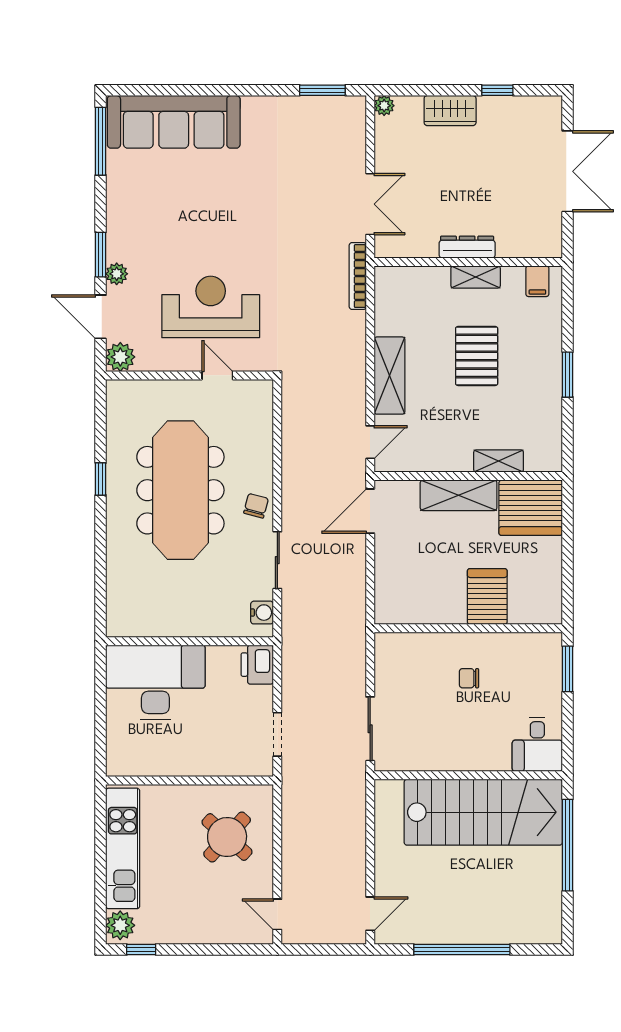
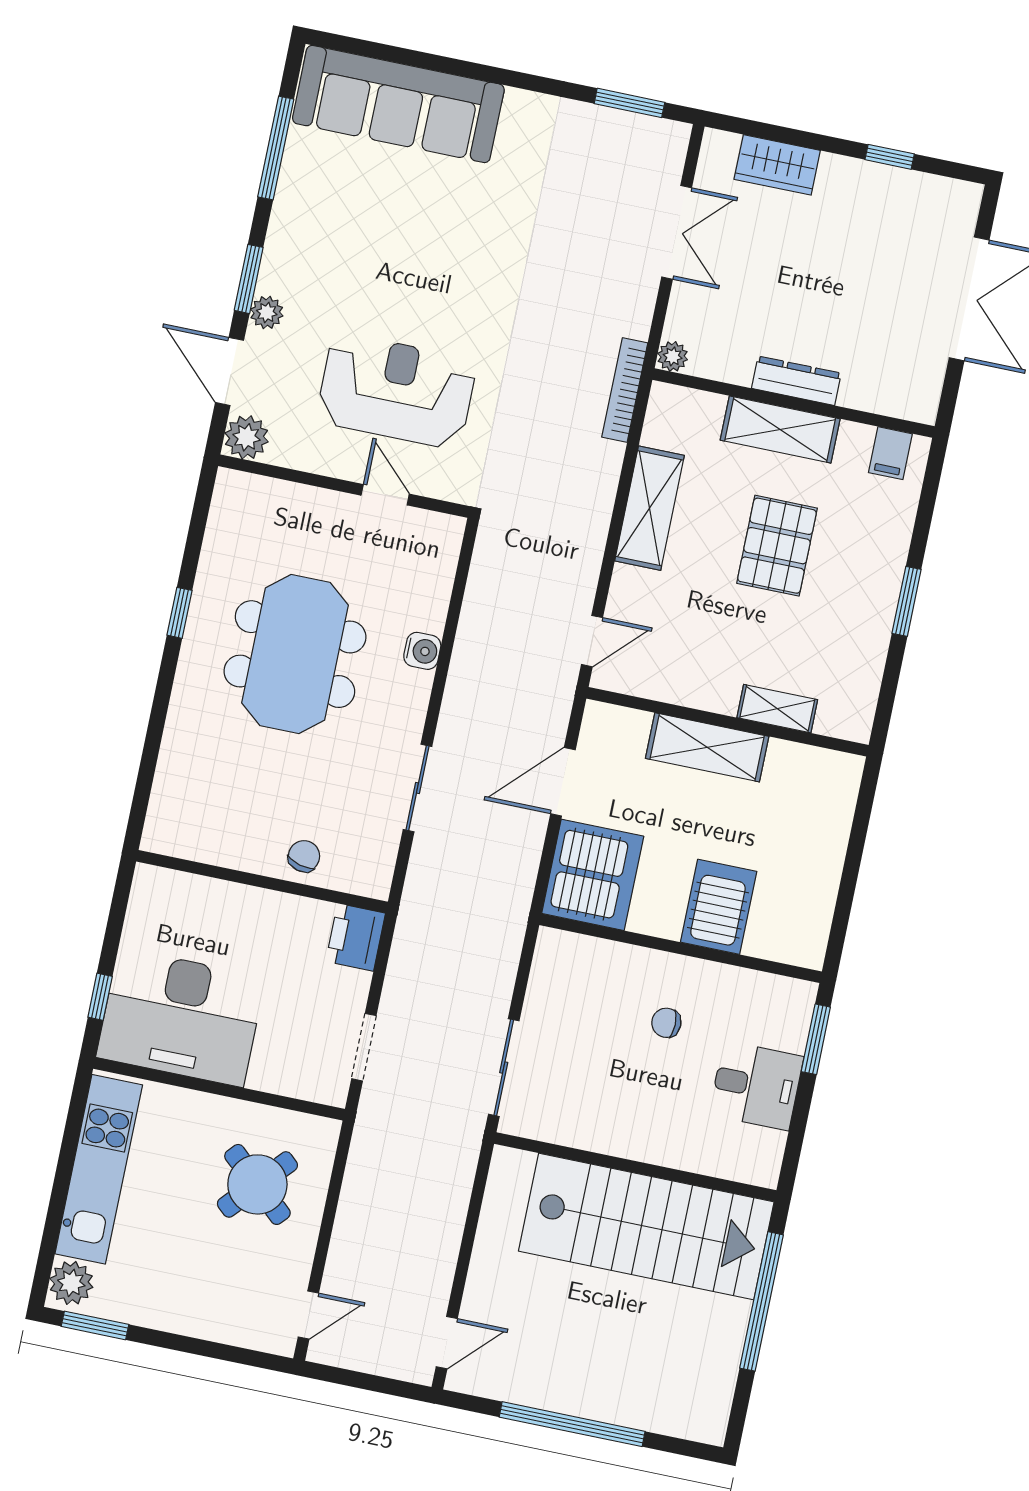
plant: (384, 106) -> (673, 356), moved
wardrobe: (450, 111) -> (777, 165), moved
window: (101, 141) -> (276, 148), moved
double door: (370, 204) -> (677, 232), moved
shelving: (476, 277) -> (780, 429), width x1.50, depth x1.33
shelving: (389, 376) -> (650, 508), moved
meeting table: (180, 490) -> (295, 654), width x0.73
chair: (256, 506) -> (304, 856), moved
server rack: (531, 508) -> (593, 875), moved, turned -90
door: (370, 511) -> (563, 782), moved
water cooler: (262, 613) -> (422, 651), moved
desk: (155, 682) -> (181, 1017), moved, turned 180
window: (101, 737) -> (100, 997), added
desk: (537, 744) -> (756, 1086), moved, turned -90
door: (277, 914) -> (308, 1315), swing flipped
window: (141, 950) -> (95, 1325), width x1.50

